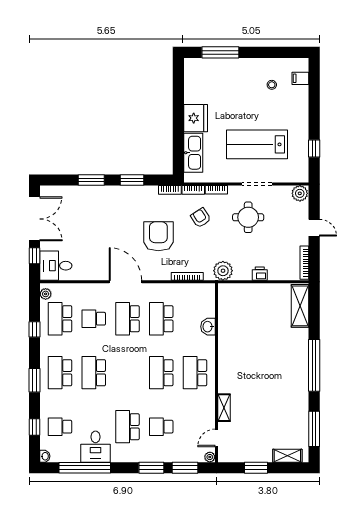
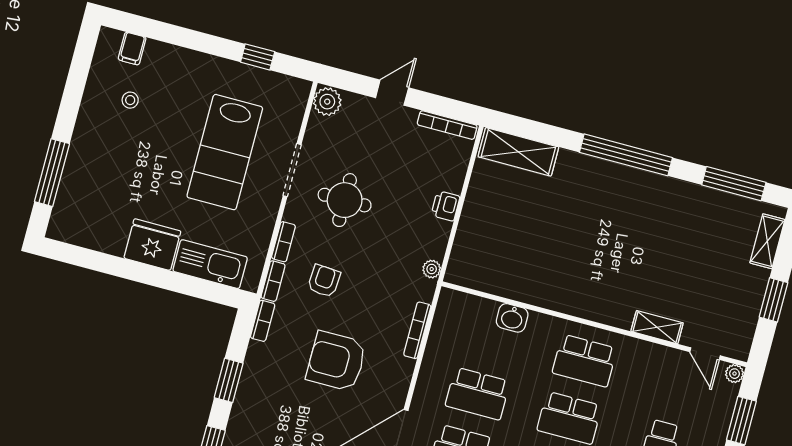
armchair: (201, 218) -> (324, 281), turned 127
plant: (223, 271) -> (432, 269), width x0.53, depth x0.53

